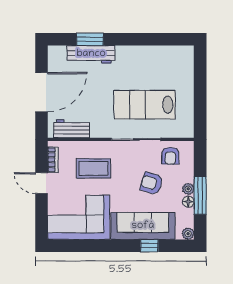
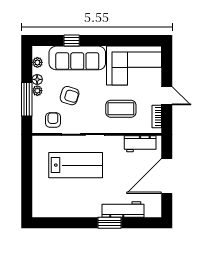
window: (90, 39) -> (109, 223), moved
window: (200, 195) -> (27, 99), moved
plant: (188, 234) -> (37, 62), moved

